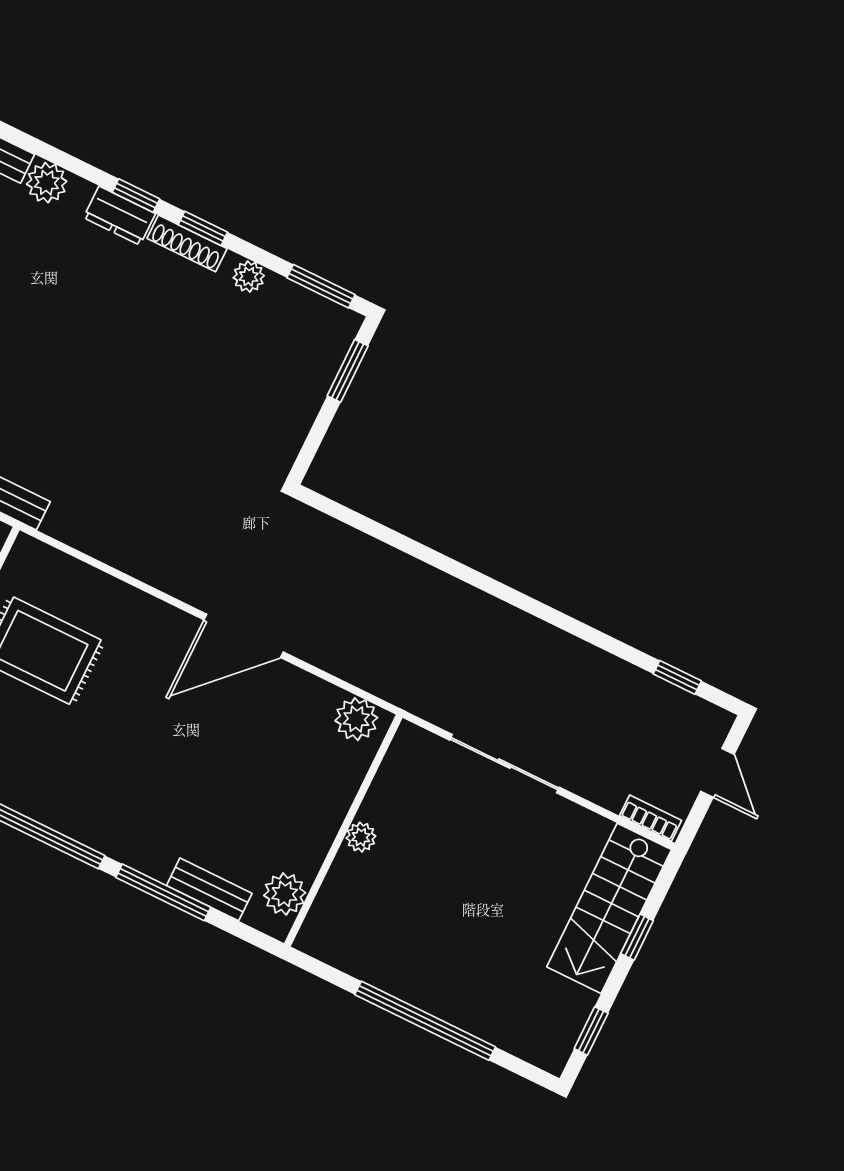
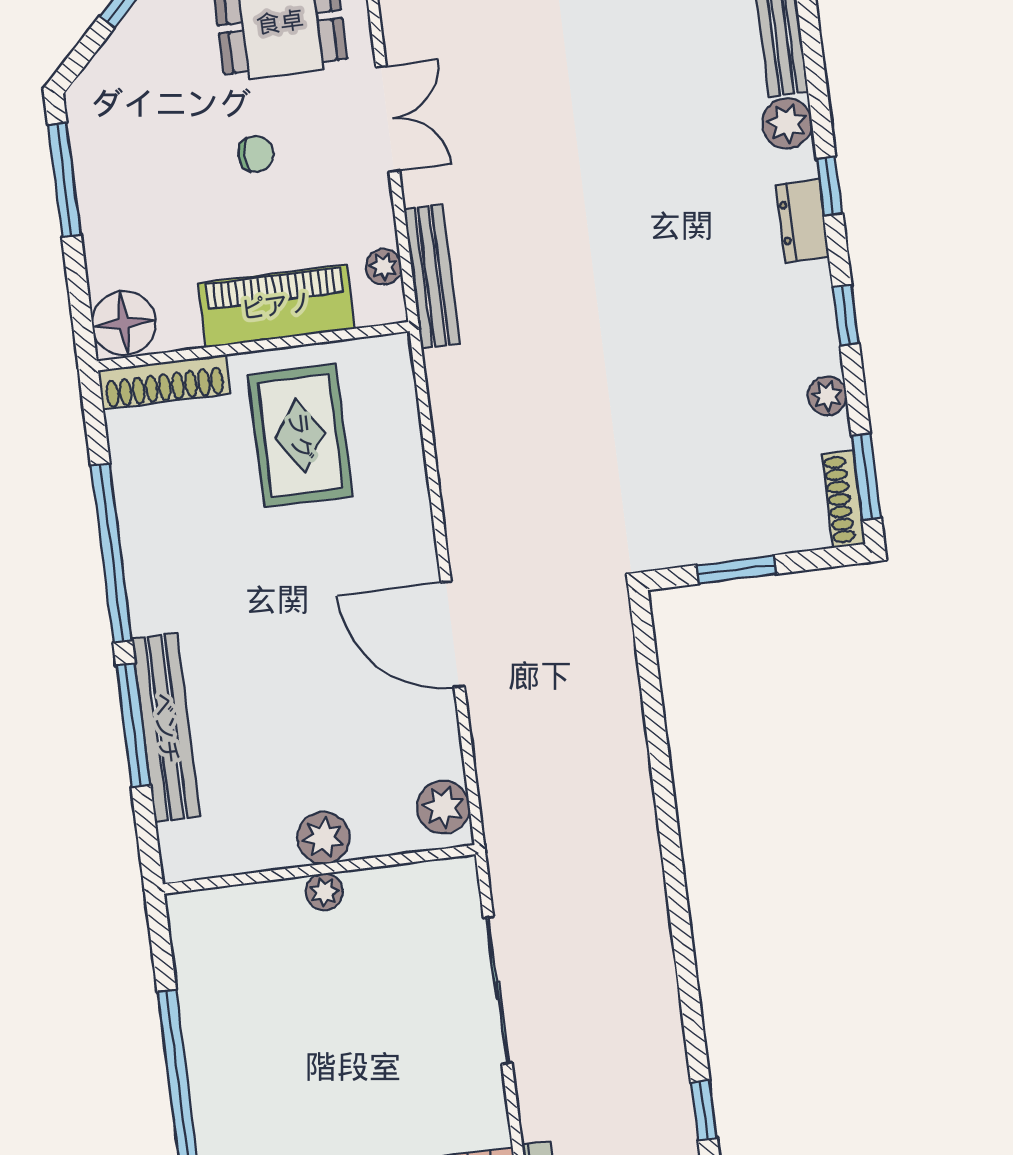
window: (136, 196) -> (830, 186), moved
shoe rack: (187, 243) -> (844, 499), moved
window: (348, 371) -> (736, 570), moved
bench: (209, 889) -> (166, 728), width x1.86, depth x1.21
plant: (285, 894) -> (323, 838), moved

